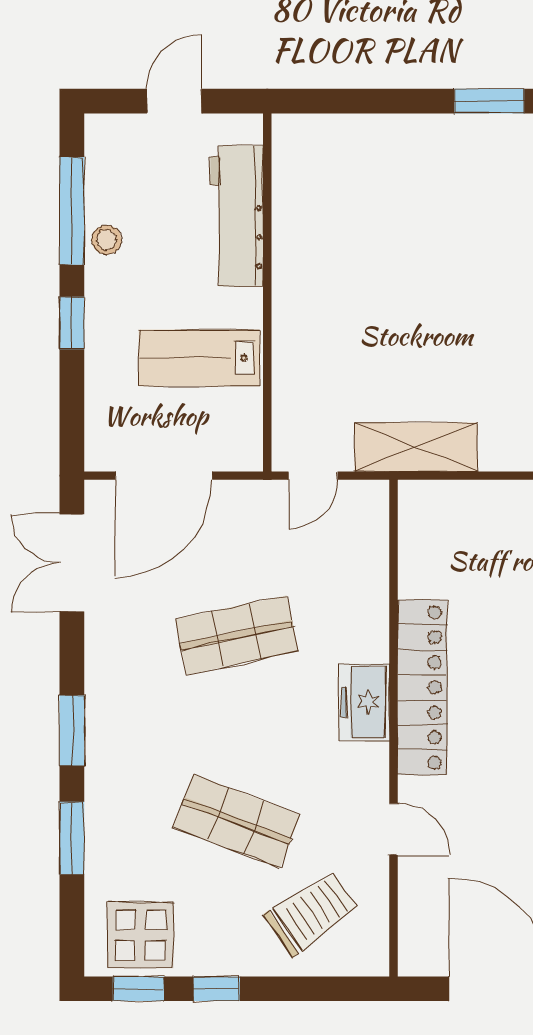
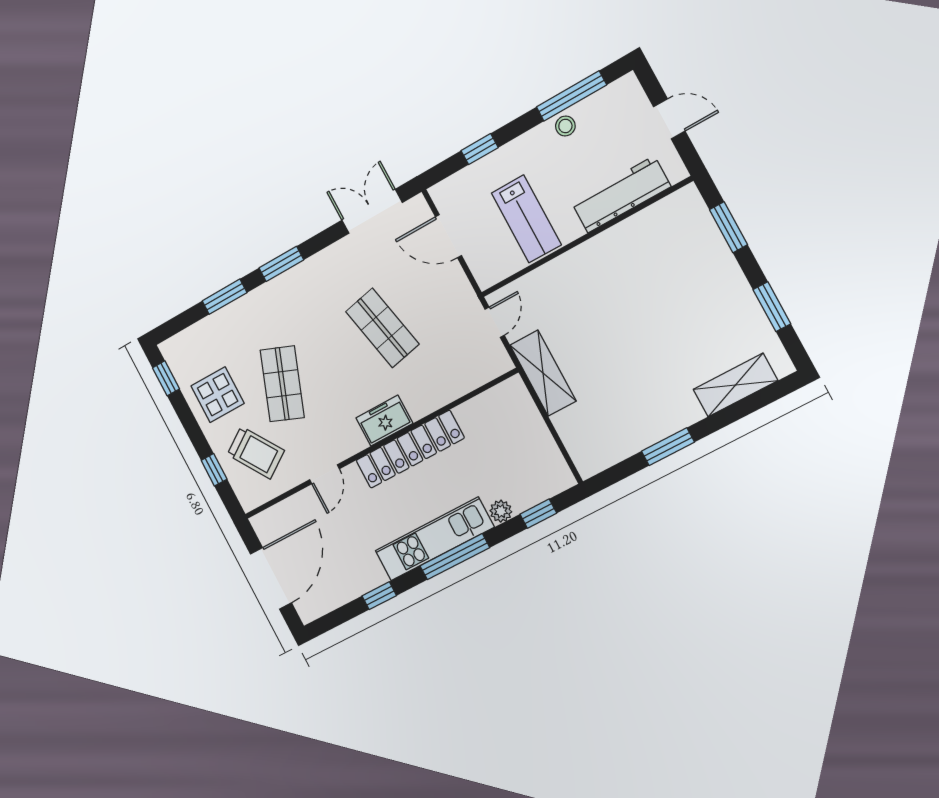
window: (356, 101) -> (728, 227), added
window: (72, 323) -> (480, 149), moved
lab bench: (199, 358) -> (526, 219), turned 180
door: (164, 476) -> (448, 236), width x0.73
door: (313, 476) -> (495, 322), swing flipped
display table: (140, 935) -> (218, 395), moved
window: (217, 989) -> (214, 470), moved

